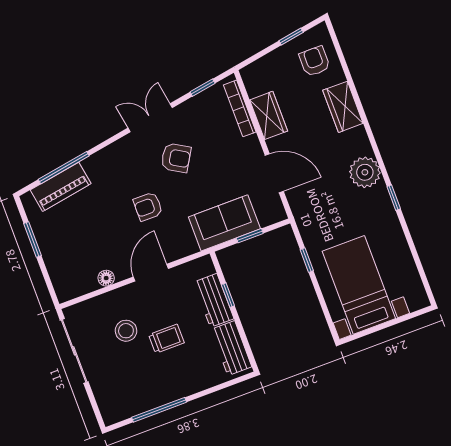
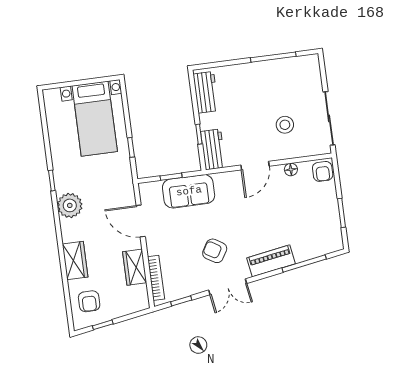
piano: (61, 187) -> (271, 261), moved
armchair: (148, 206) -> (323, 171), moved, turned 90
workbench: (214, 300) -> (213, 149), moved
trolley: (166, 339) -> (255, 111), removed

